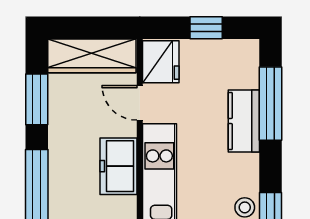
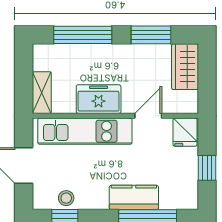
wardrobe: (92, 56) -> (185, 67), width x0.67
fridge: (161, 62) -> (185, 132), width x0.72

